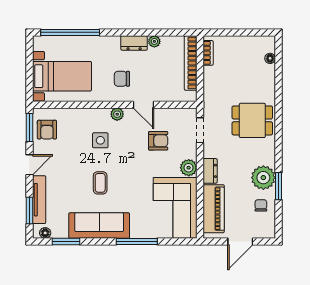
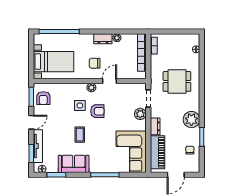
door: (143, 105) -> (109, 81), swing flipped
dining table: (252, 120) -> (177, 81), moved
armchair: (158, 141) -> (97, 111), moved
plant: (189, 168) -> (140, 114), moved
plant: (263, 178) -> (191, 120), moved
sofa: (99, 226) -> (74, 164), width x0.73

